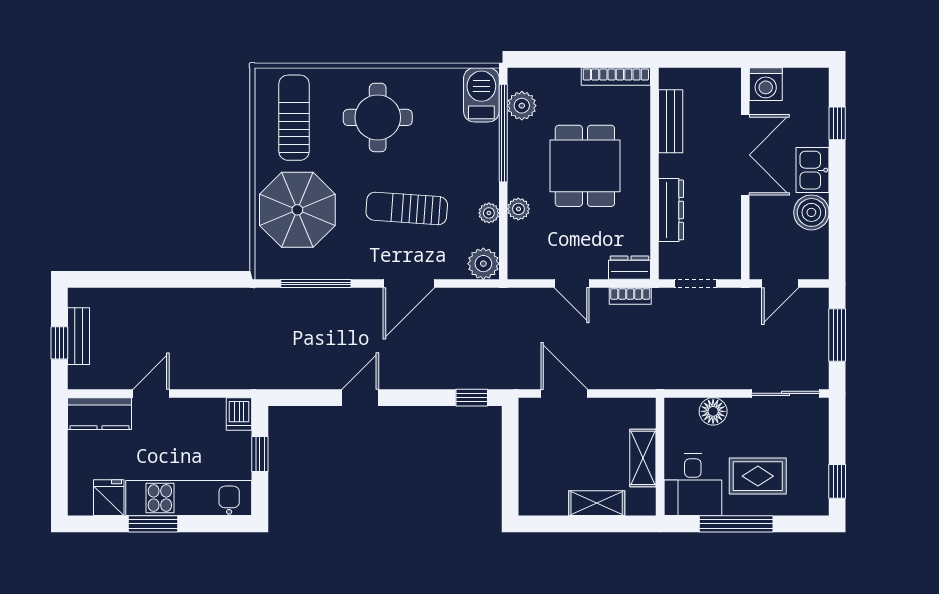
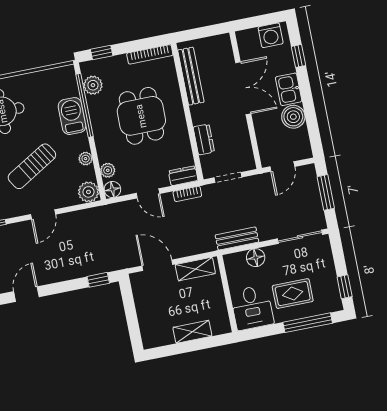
window: (545, 59) -> (102, 52), added
washing machine: (766, 84) -> (271, 35), moved
barbecue: (481, 95) -> (72, 116), moved
bench: (671, 121) -> (191, 76), width x1.36
sun lounger: (407, 208) -> (32, 166), turned -35
plant: (518, 209) -> (108, 170), moved
dresser: (671, 210) -> (204, 139), width x0.70
floor lamp: (520, 267) -> (112, 189), added
door: (409, 283) -> (43, 214), width x0.73
bench: (691, 377) -> (237, 238), added
shelving: (643, 458) -> (195, 269), moved, turned 90
window: (736, 524) -> (308, 323), moved

